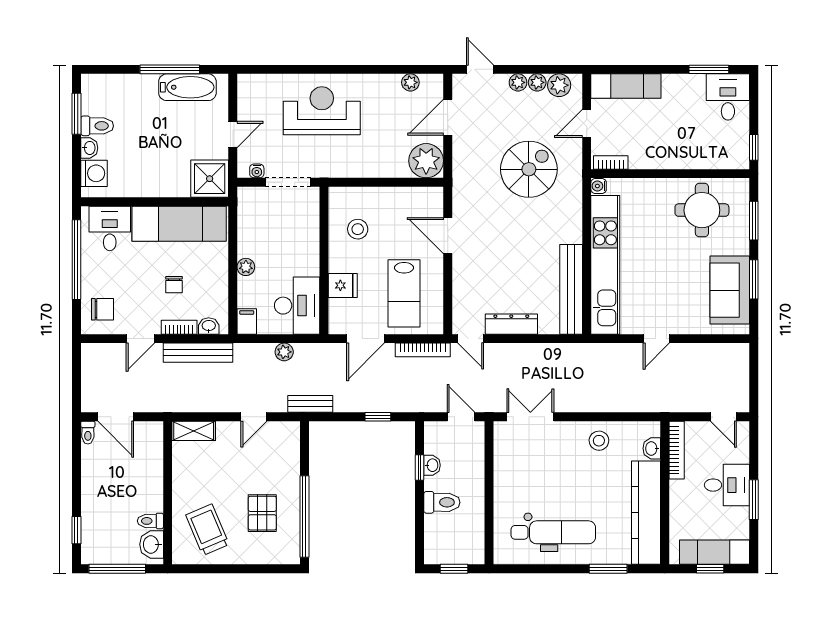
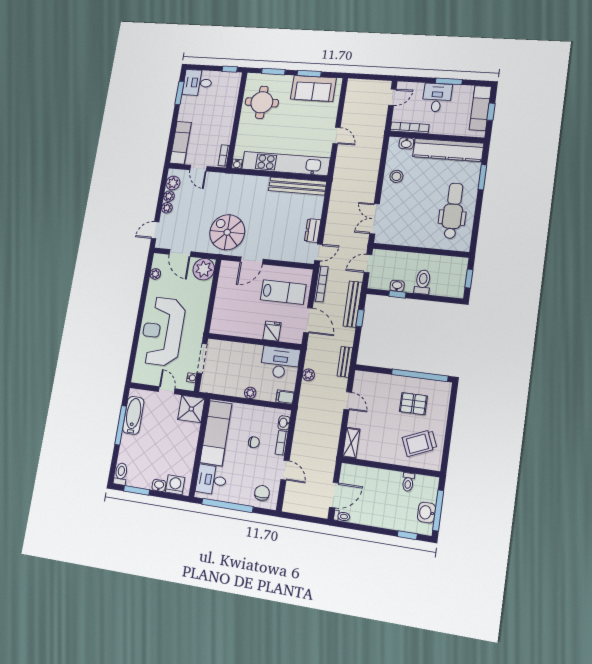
reception desk: (322, 111) -> (162, 331), width x1.36, depth x1.30
toilet: (97, 126) -> (121, 474), moved
spiral stairs: (529, 169) -> (227, 232), moved
stool: (358, 229) -> (238, 317), removed
dresser: (511, 324) -> (313, 231), width x0.70
bench: (198, 353) -> (353, 304), moved
washbasin: (152, 544) -> (426, 513), moved, turned 90

